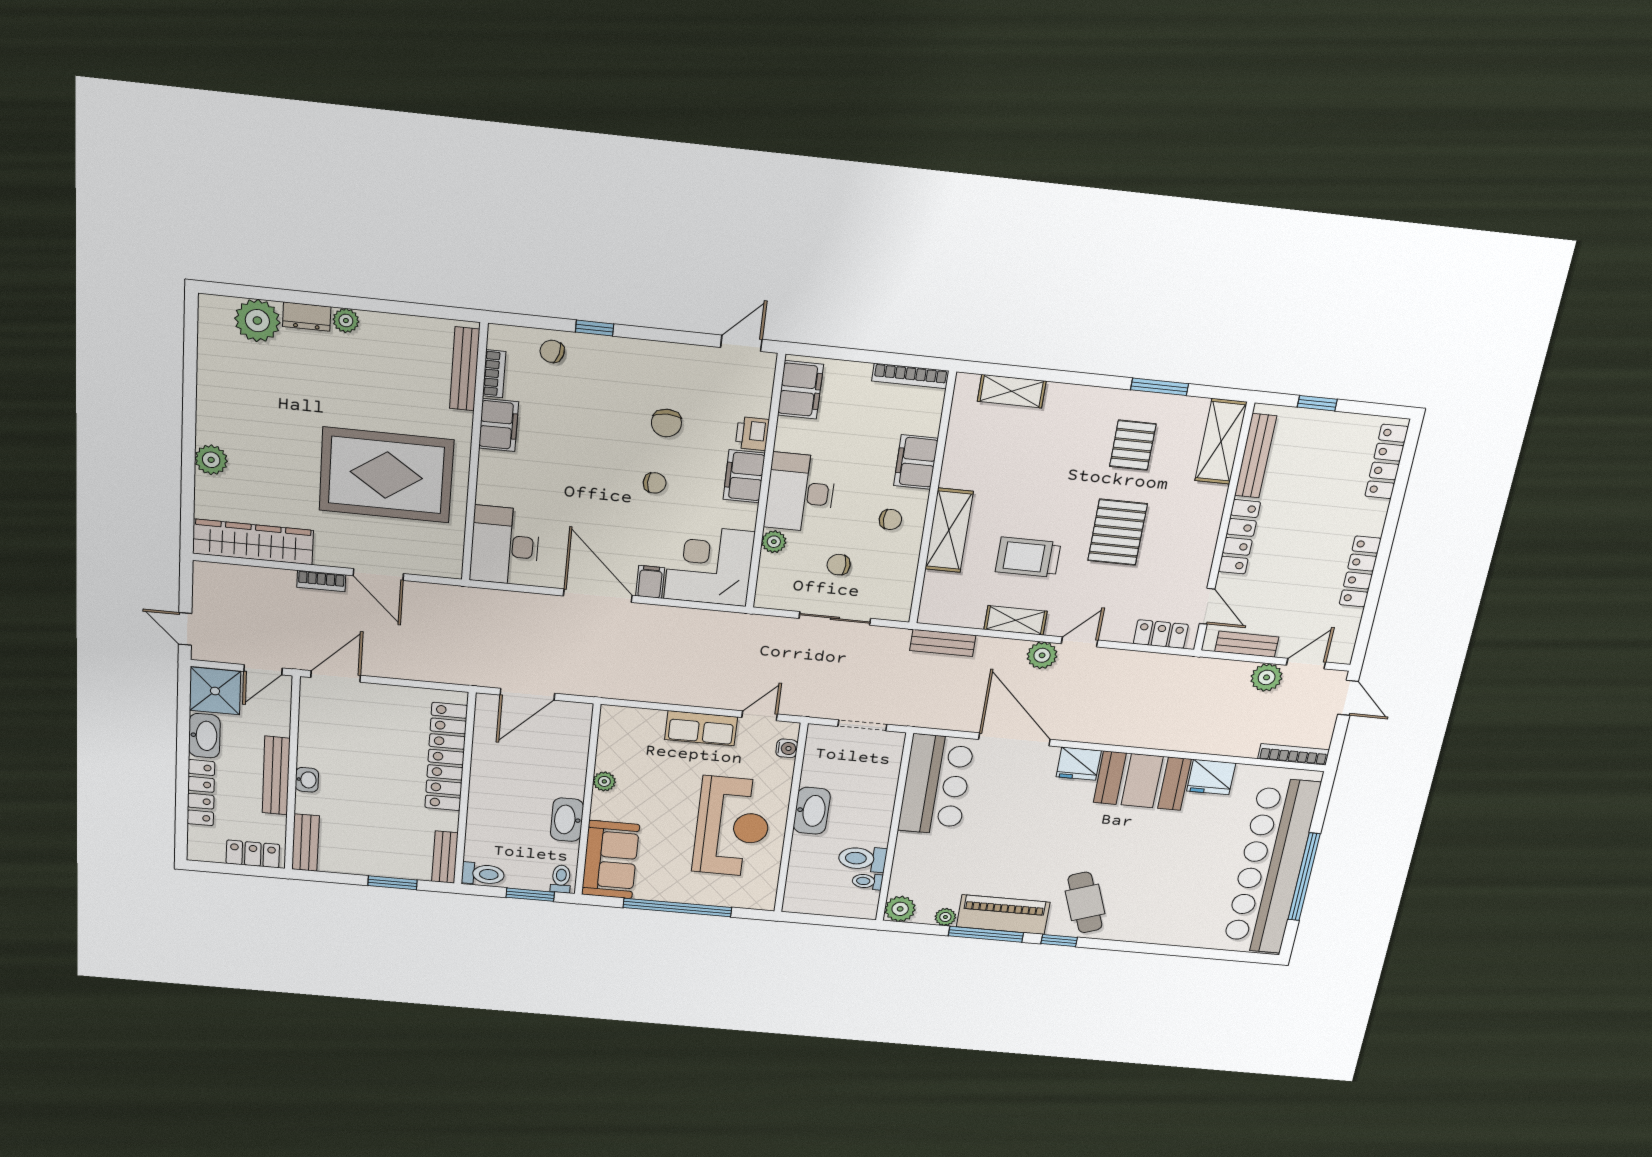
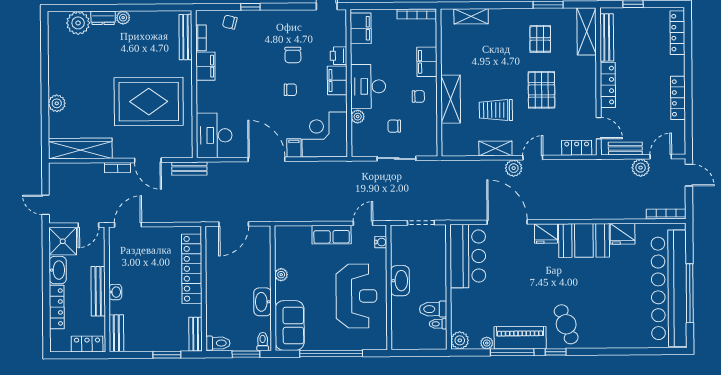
bench: (943, 643) -> (189, 169), moved

